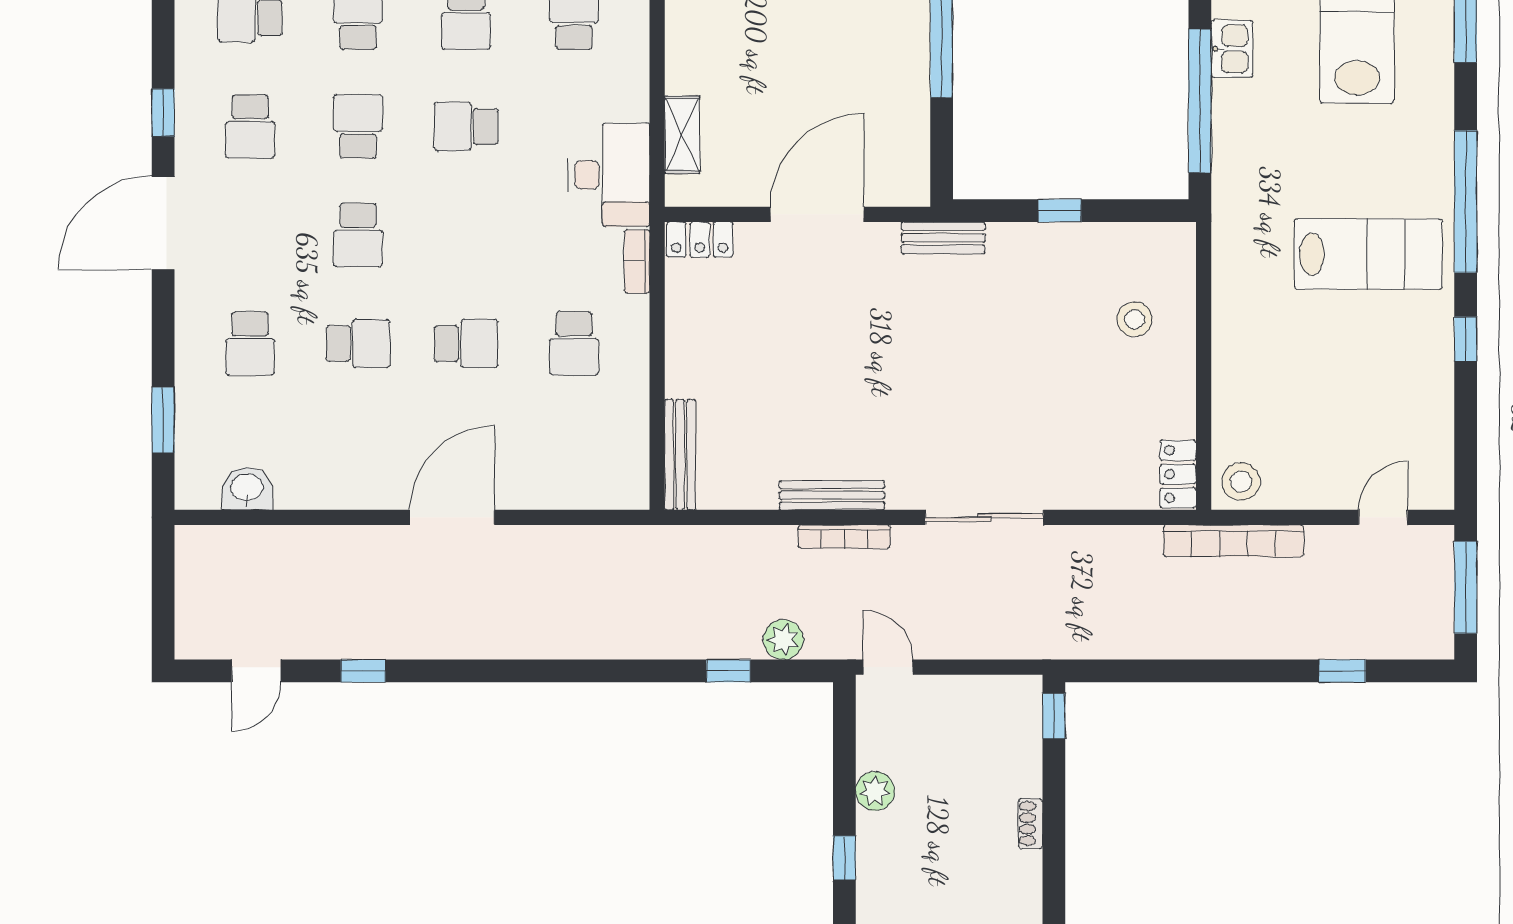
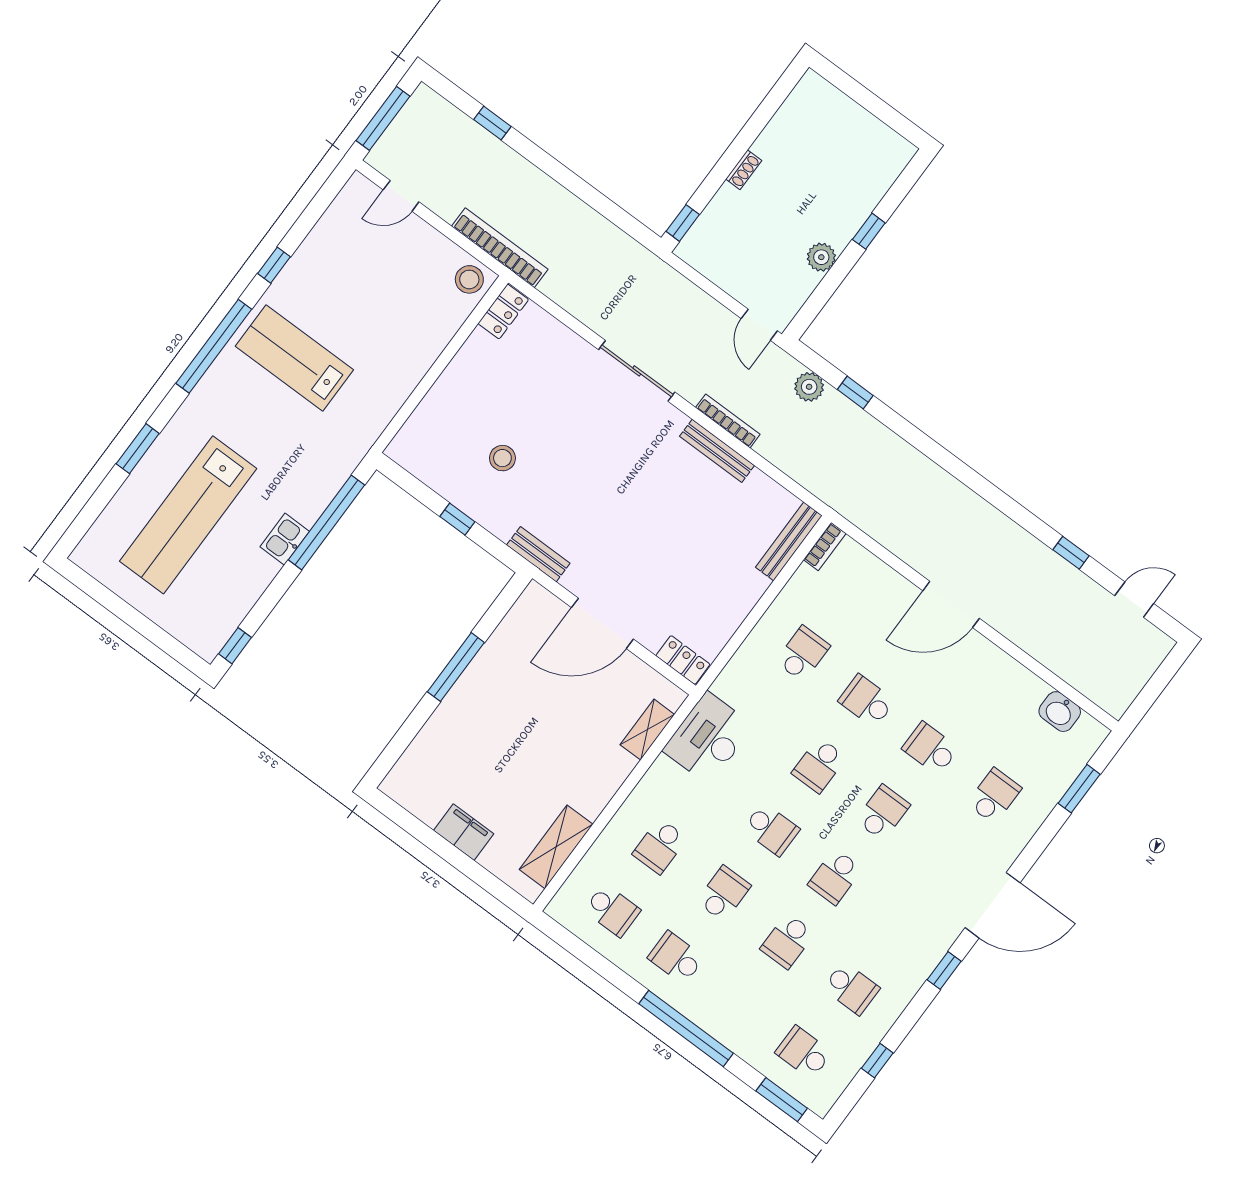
school desk: (250, 126) -> (819, 765), moved, turned 180
bookcase: (637, 261) -> (825, 546), moved
stool: (1135, 319) -> (502, 458), moved

